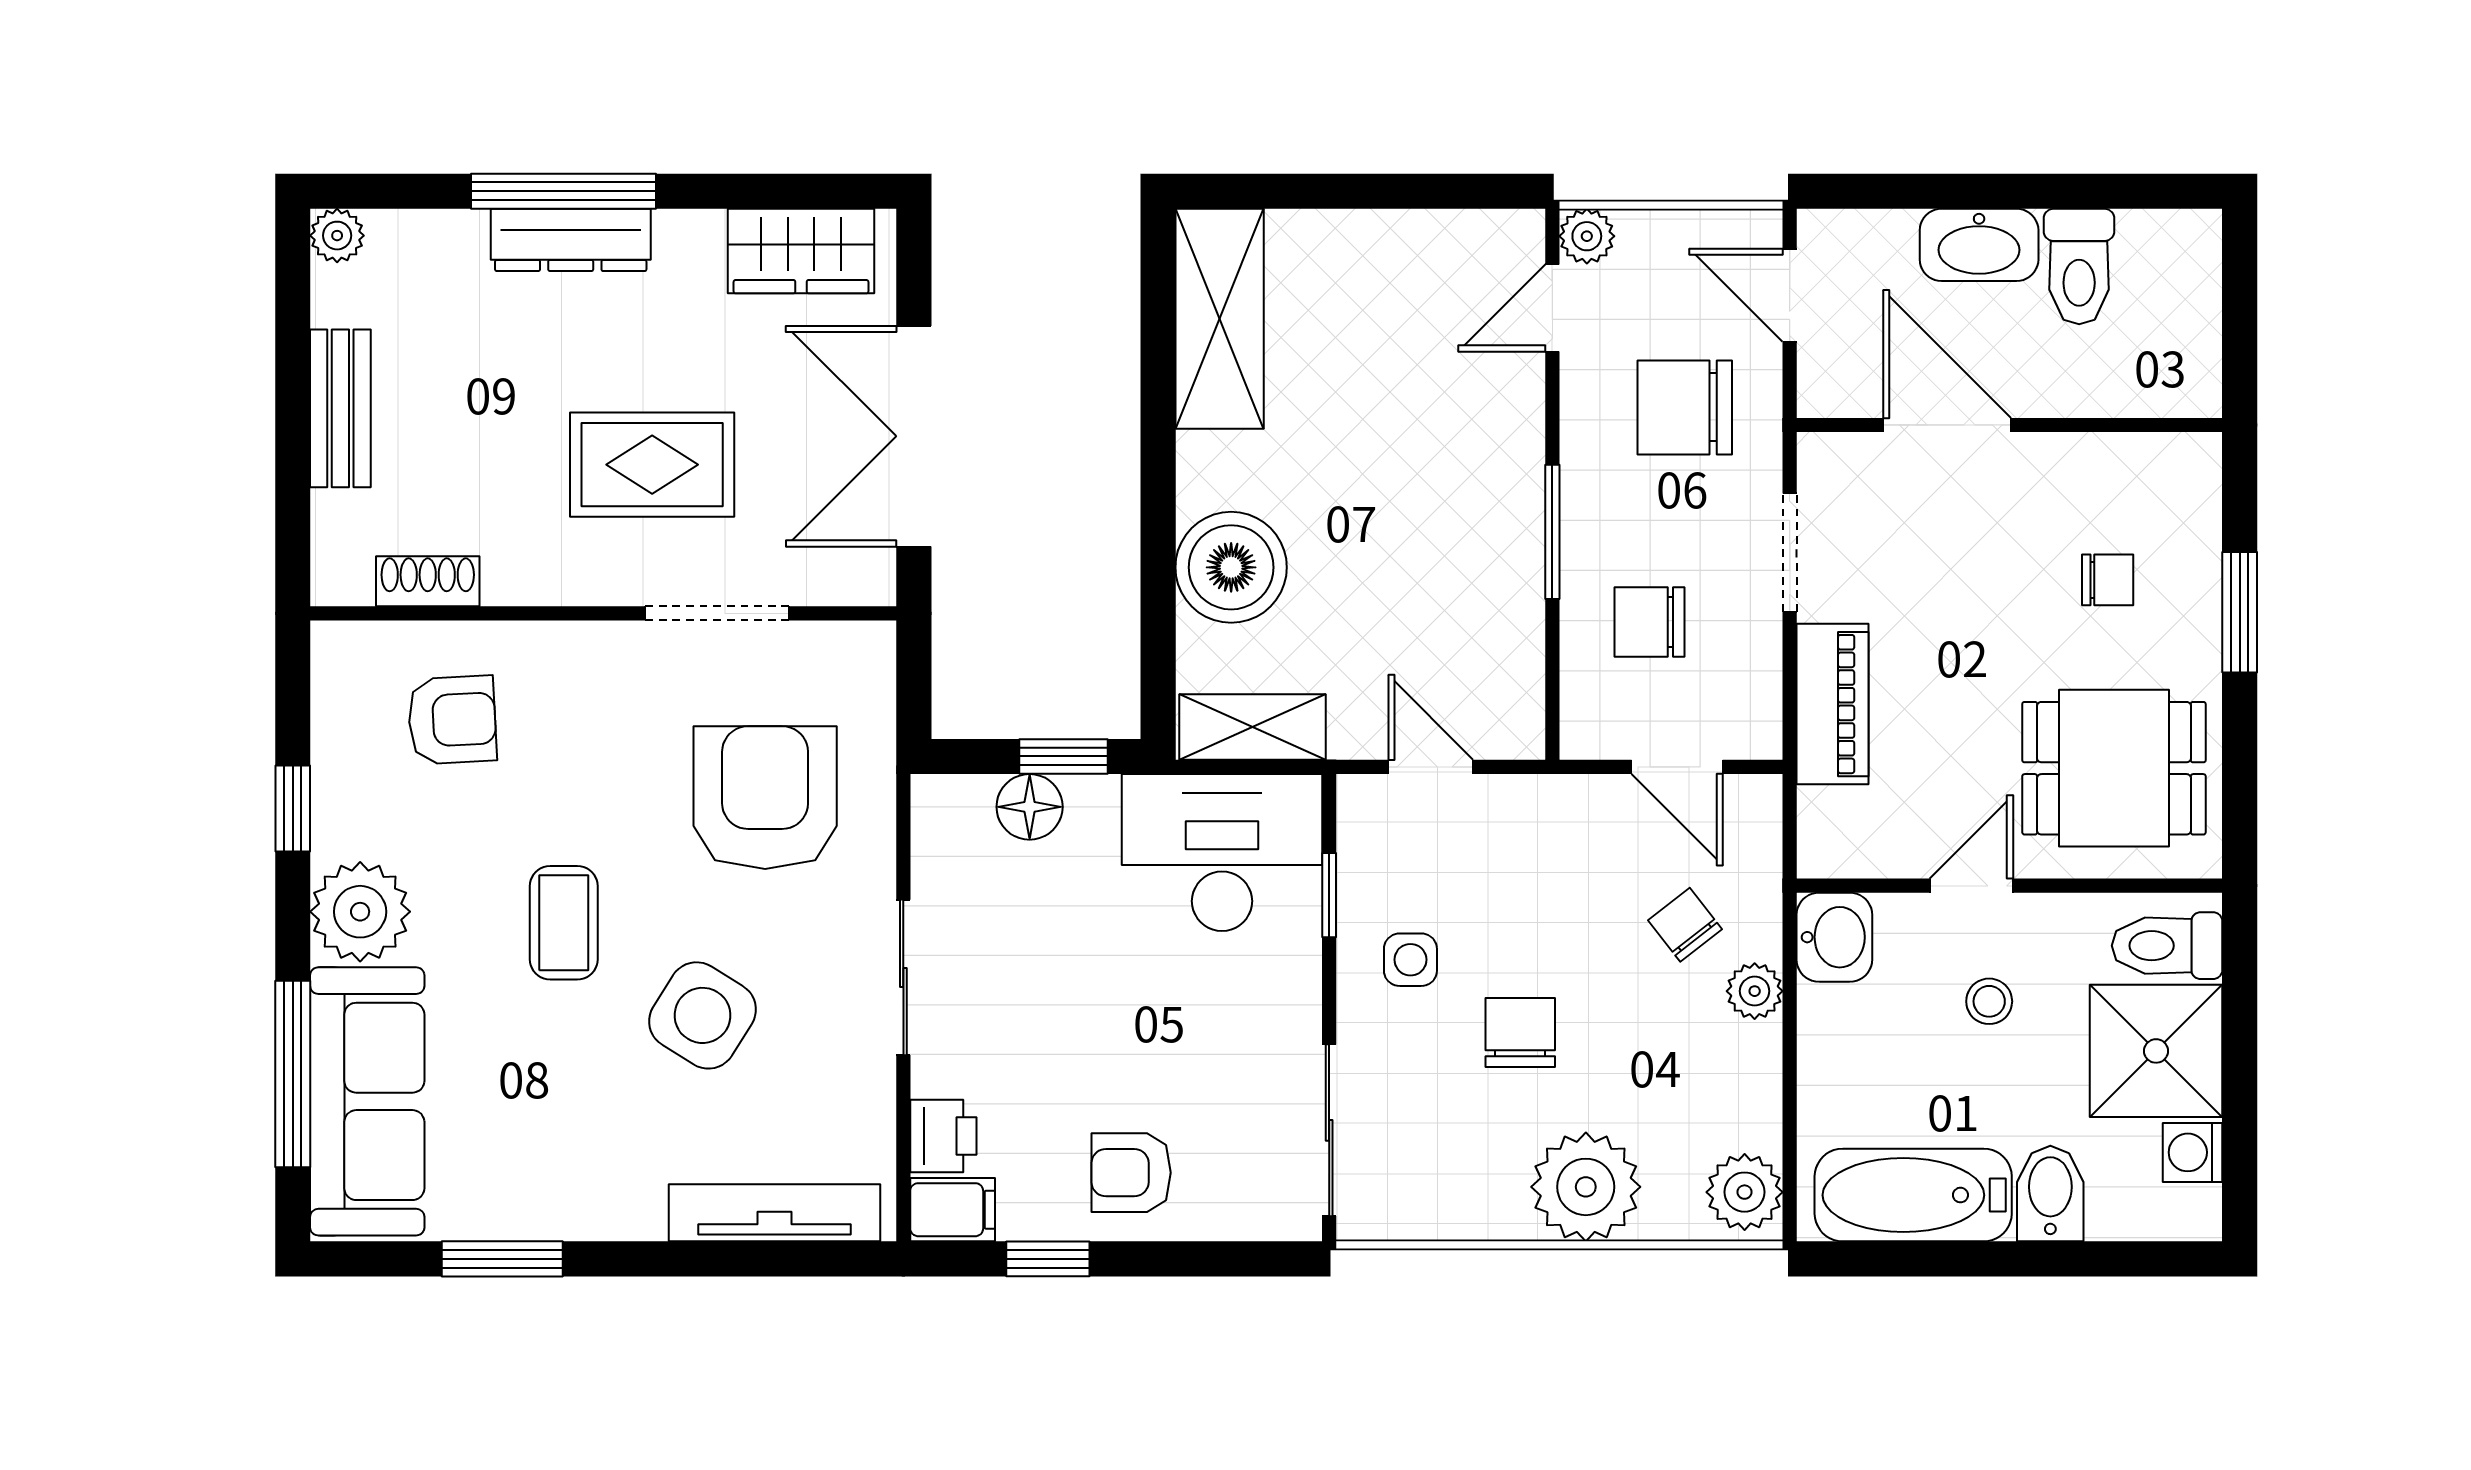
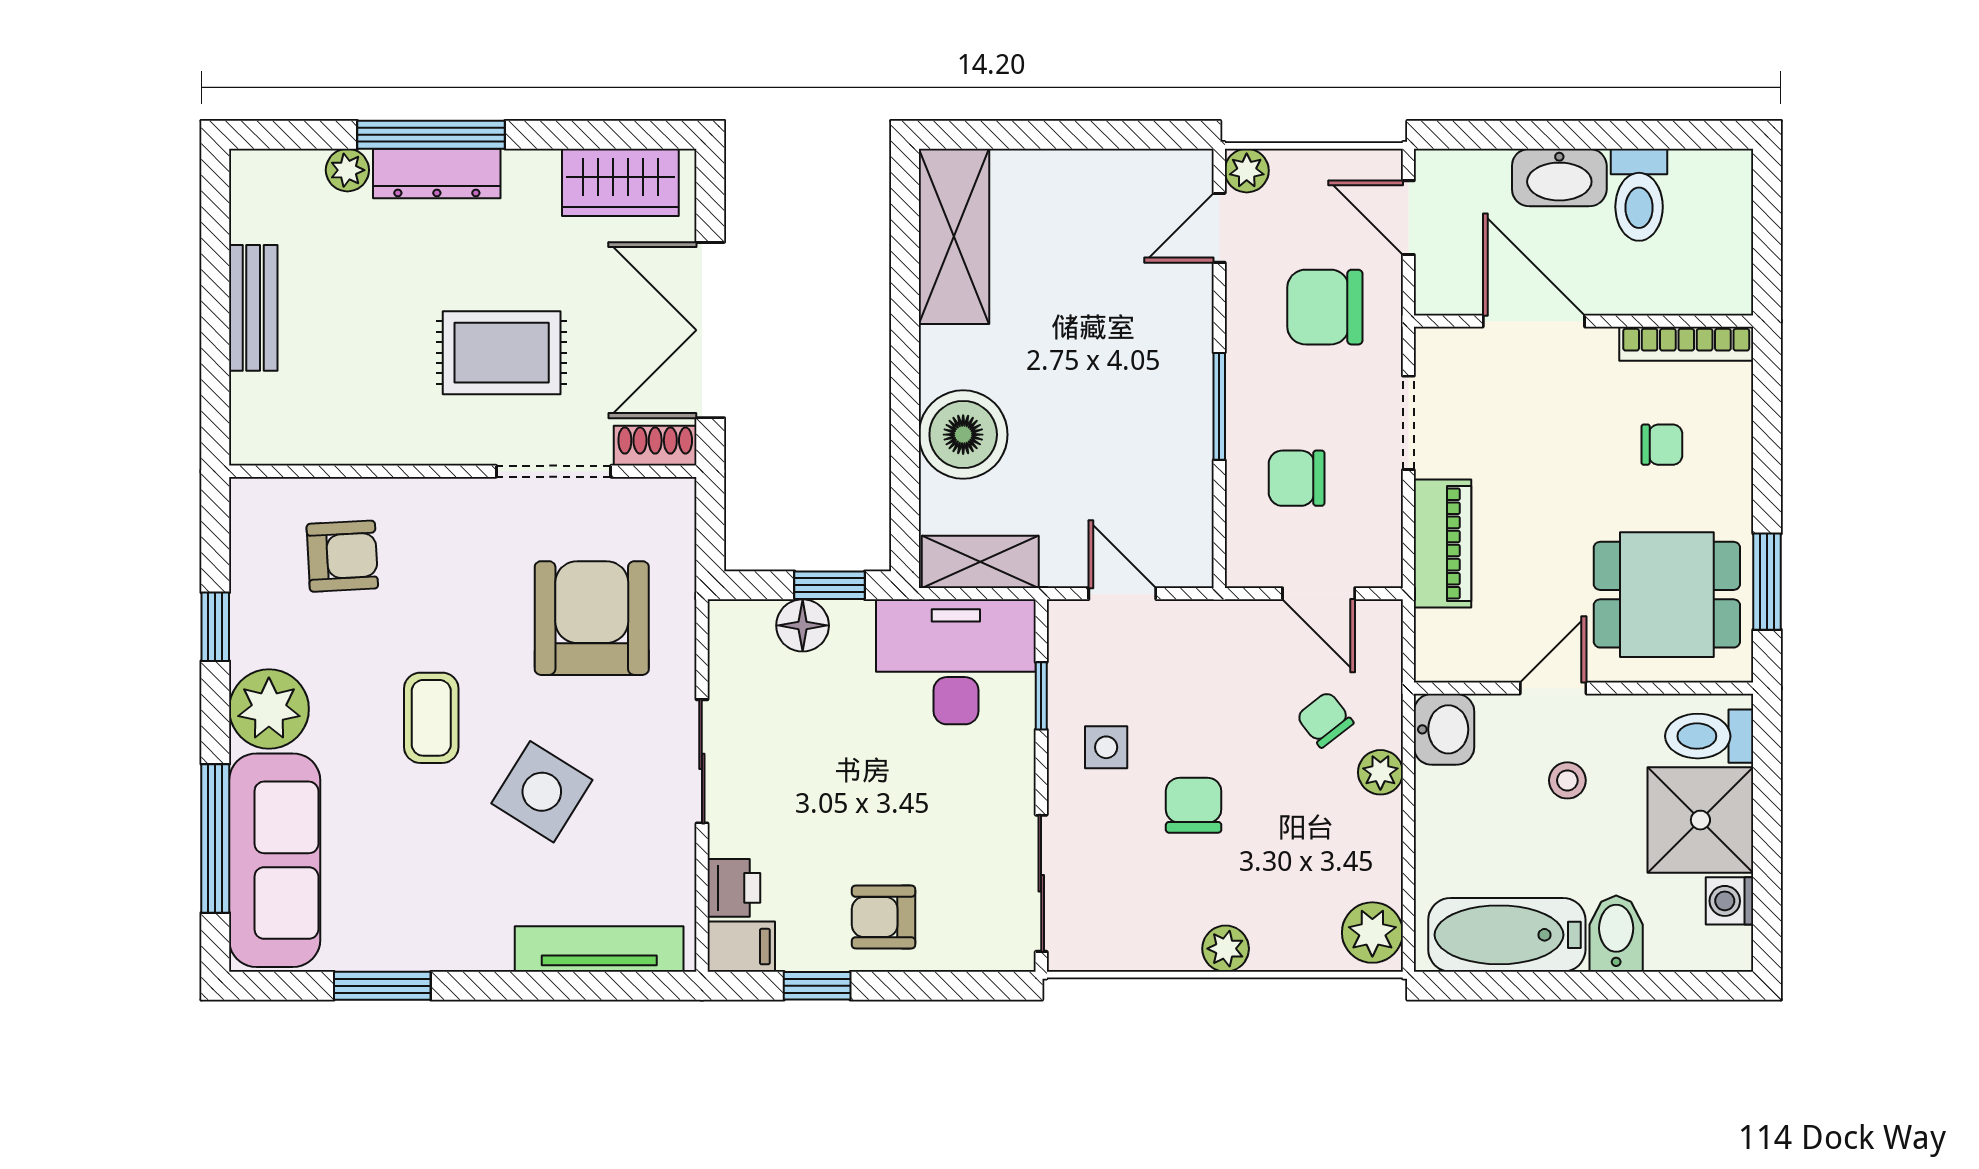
plant: (337, 236) -> (347, 170), moved
bookcase: (2138, 453) -> (1686, 344), added
shoe rack: (428, 581) -> (655, 446), moved
window: (2240, 612) -> (1767, 582), moved
plant: (1586, 1187) -> (1226, 949), width x0.53, depth x0.53

